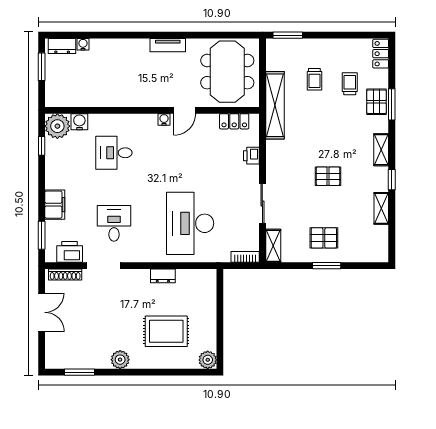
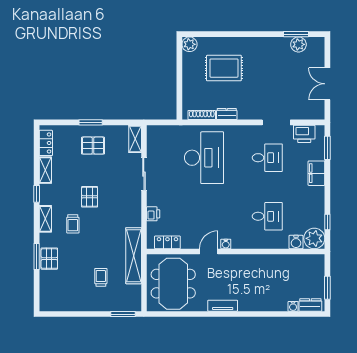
locker: (381, 54) -> (46, 143), moved
trolley: (350, 84) -> (73, 224), moved
pallet: (328, 176) -> (90, 197), turned 90
desk: (114, 223) -> (267, 158), turned -90
bookcase: (245, 257) -> (158, 130), removed
shoe rack: (65, 275) -> (202, 115), moved
plant: (120, 360) -> (298, 44), moved

